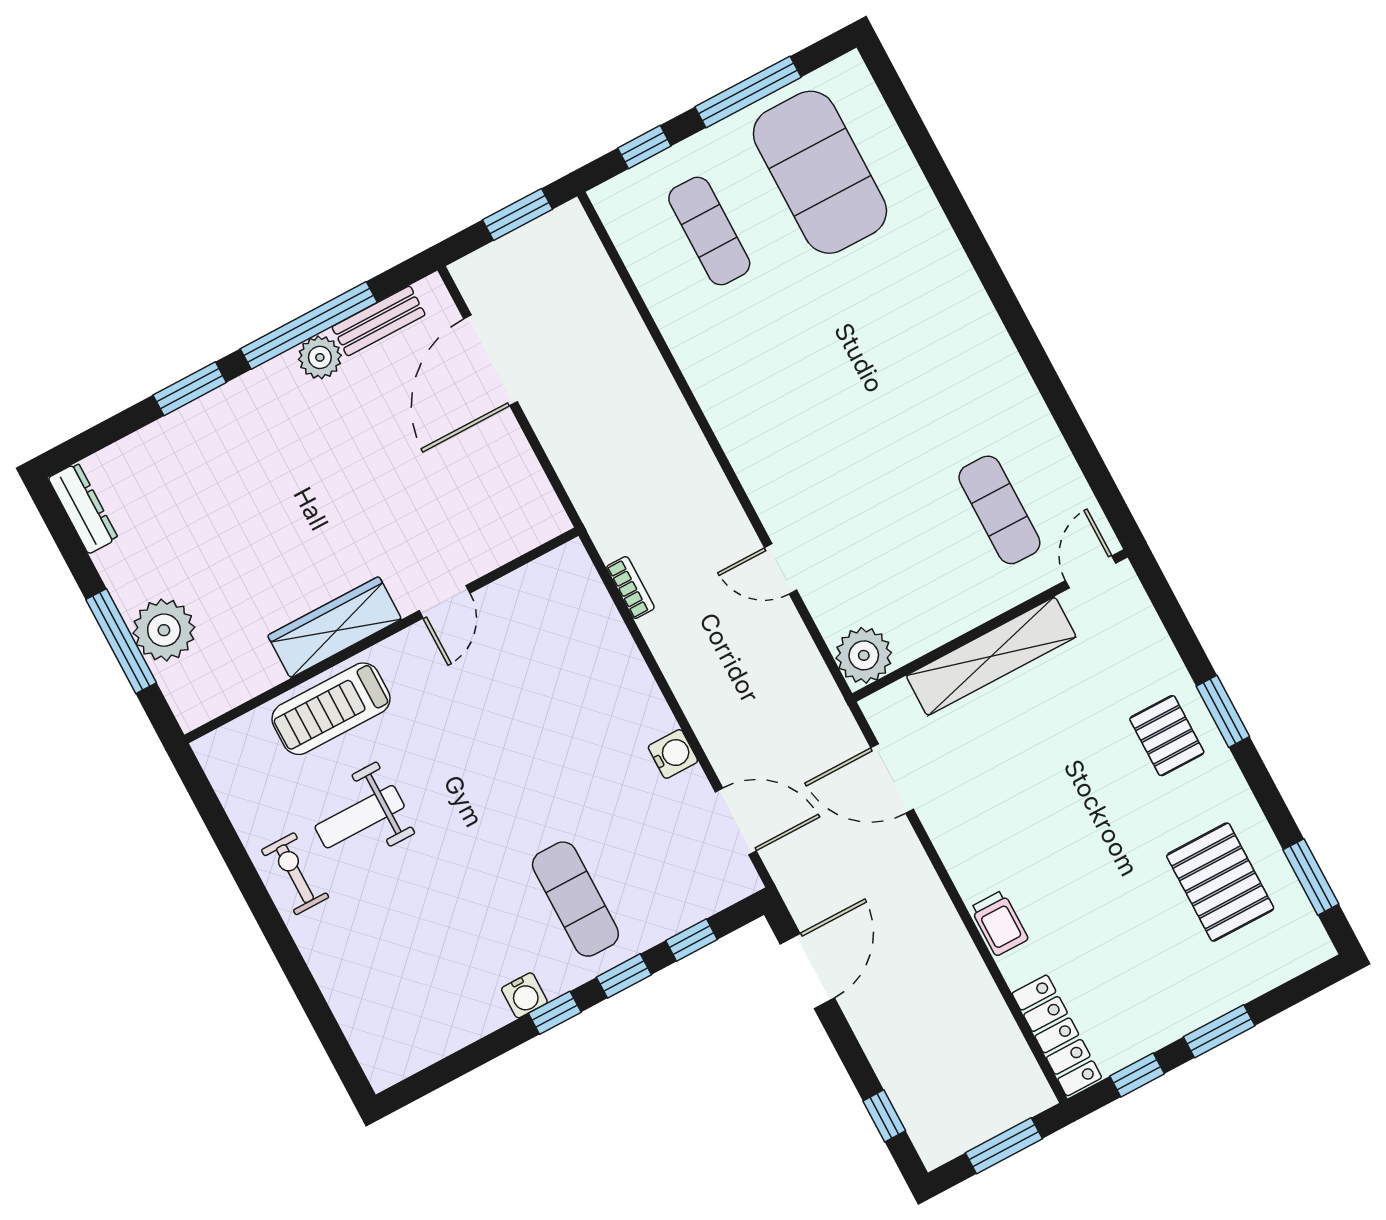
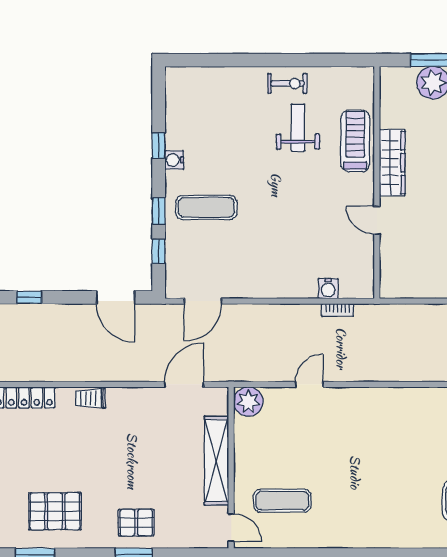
water cooler: (673, 754) -> (328, 289), moved
window: (555, 1013) -> (159, 146), moved

